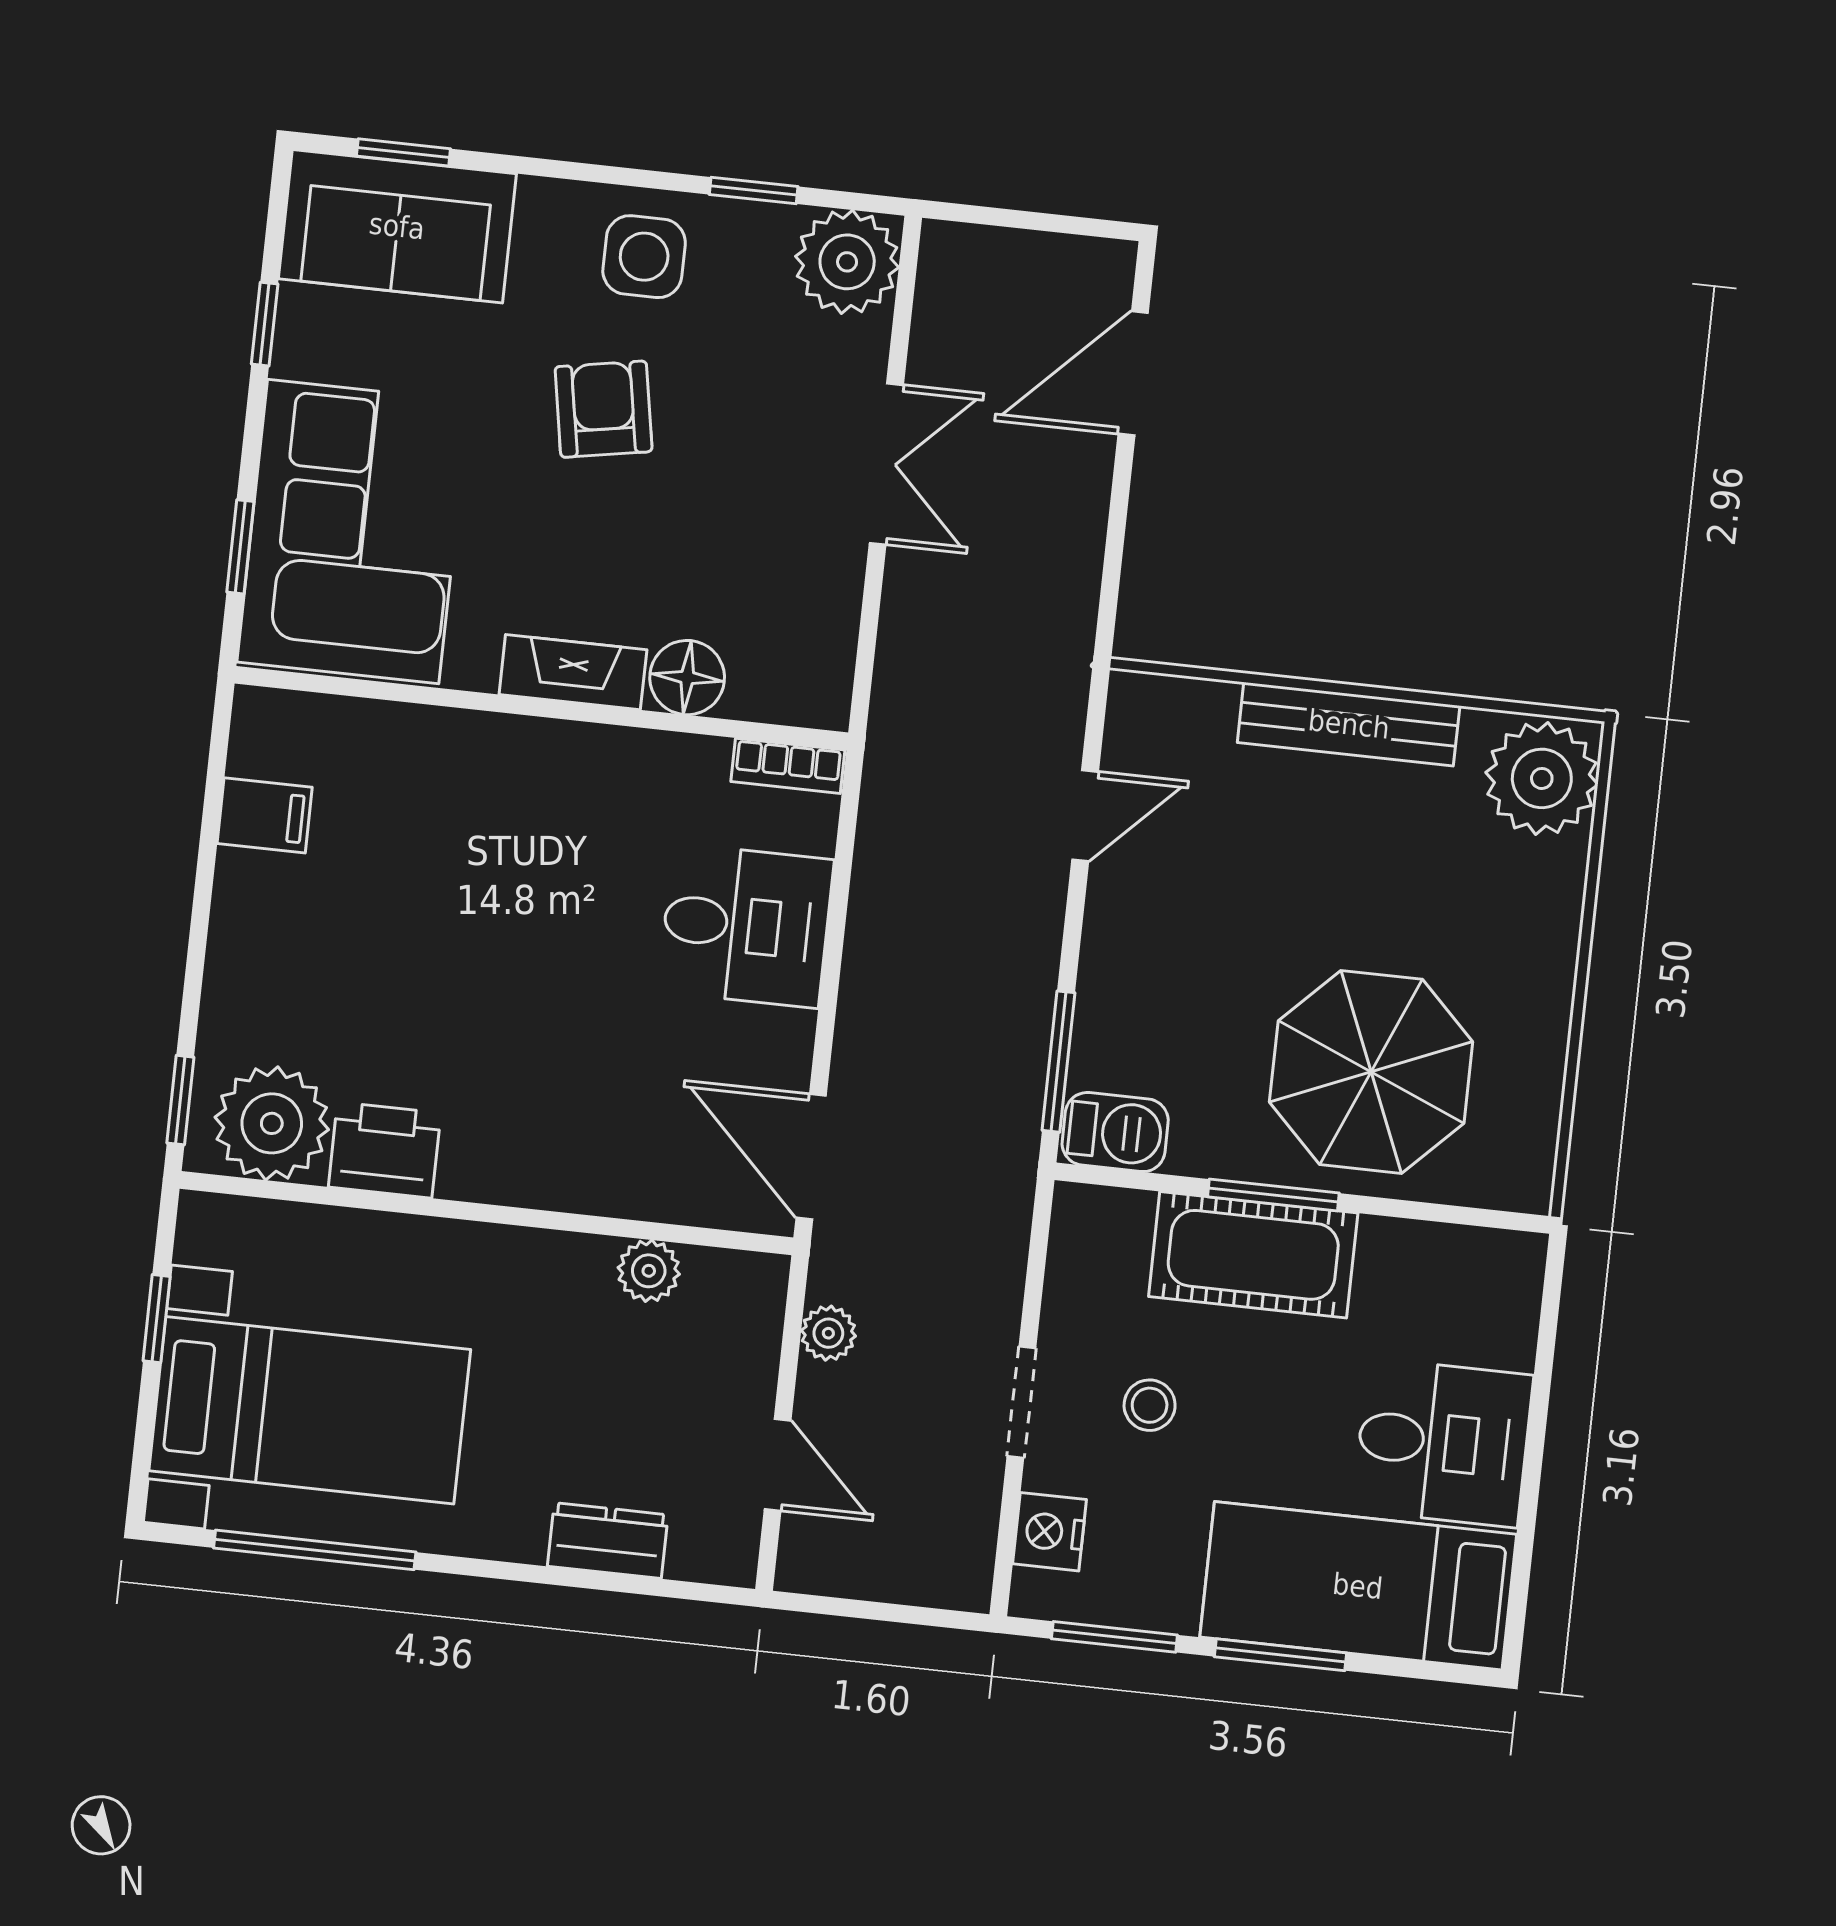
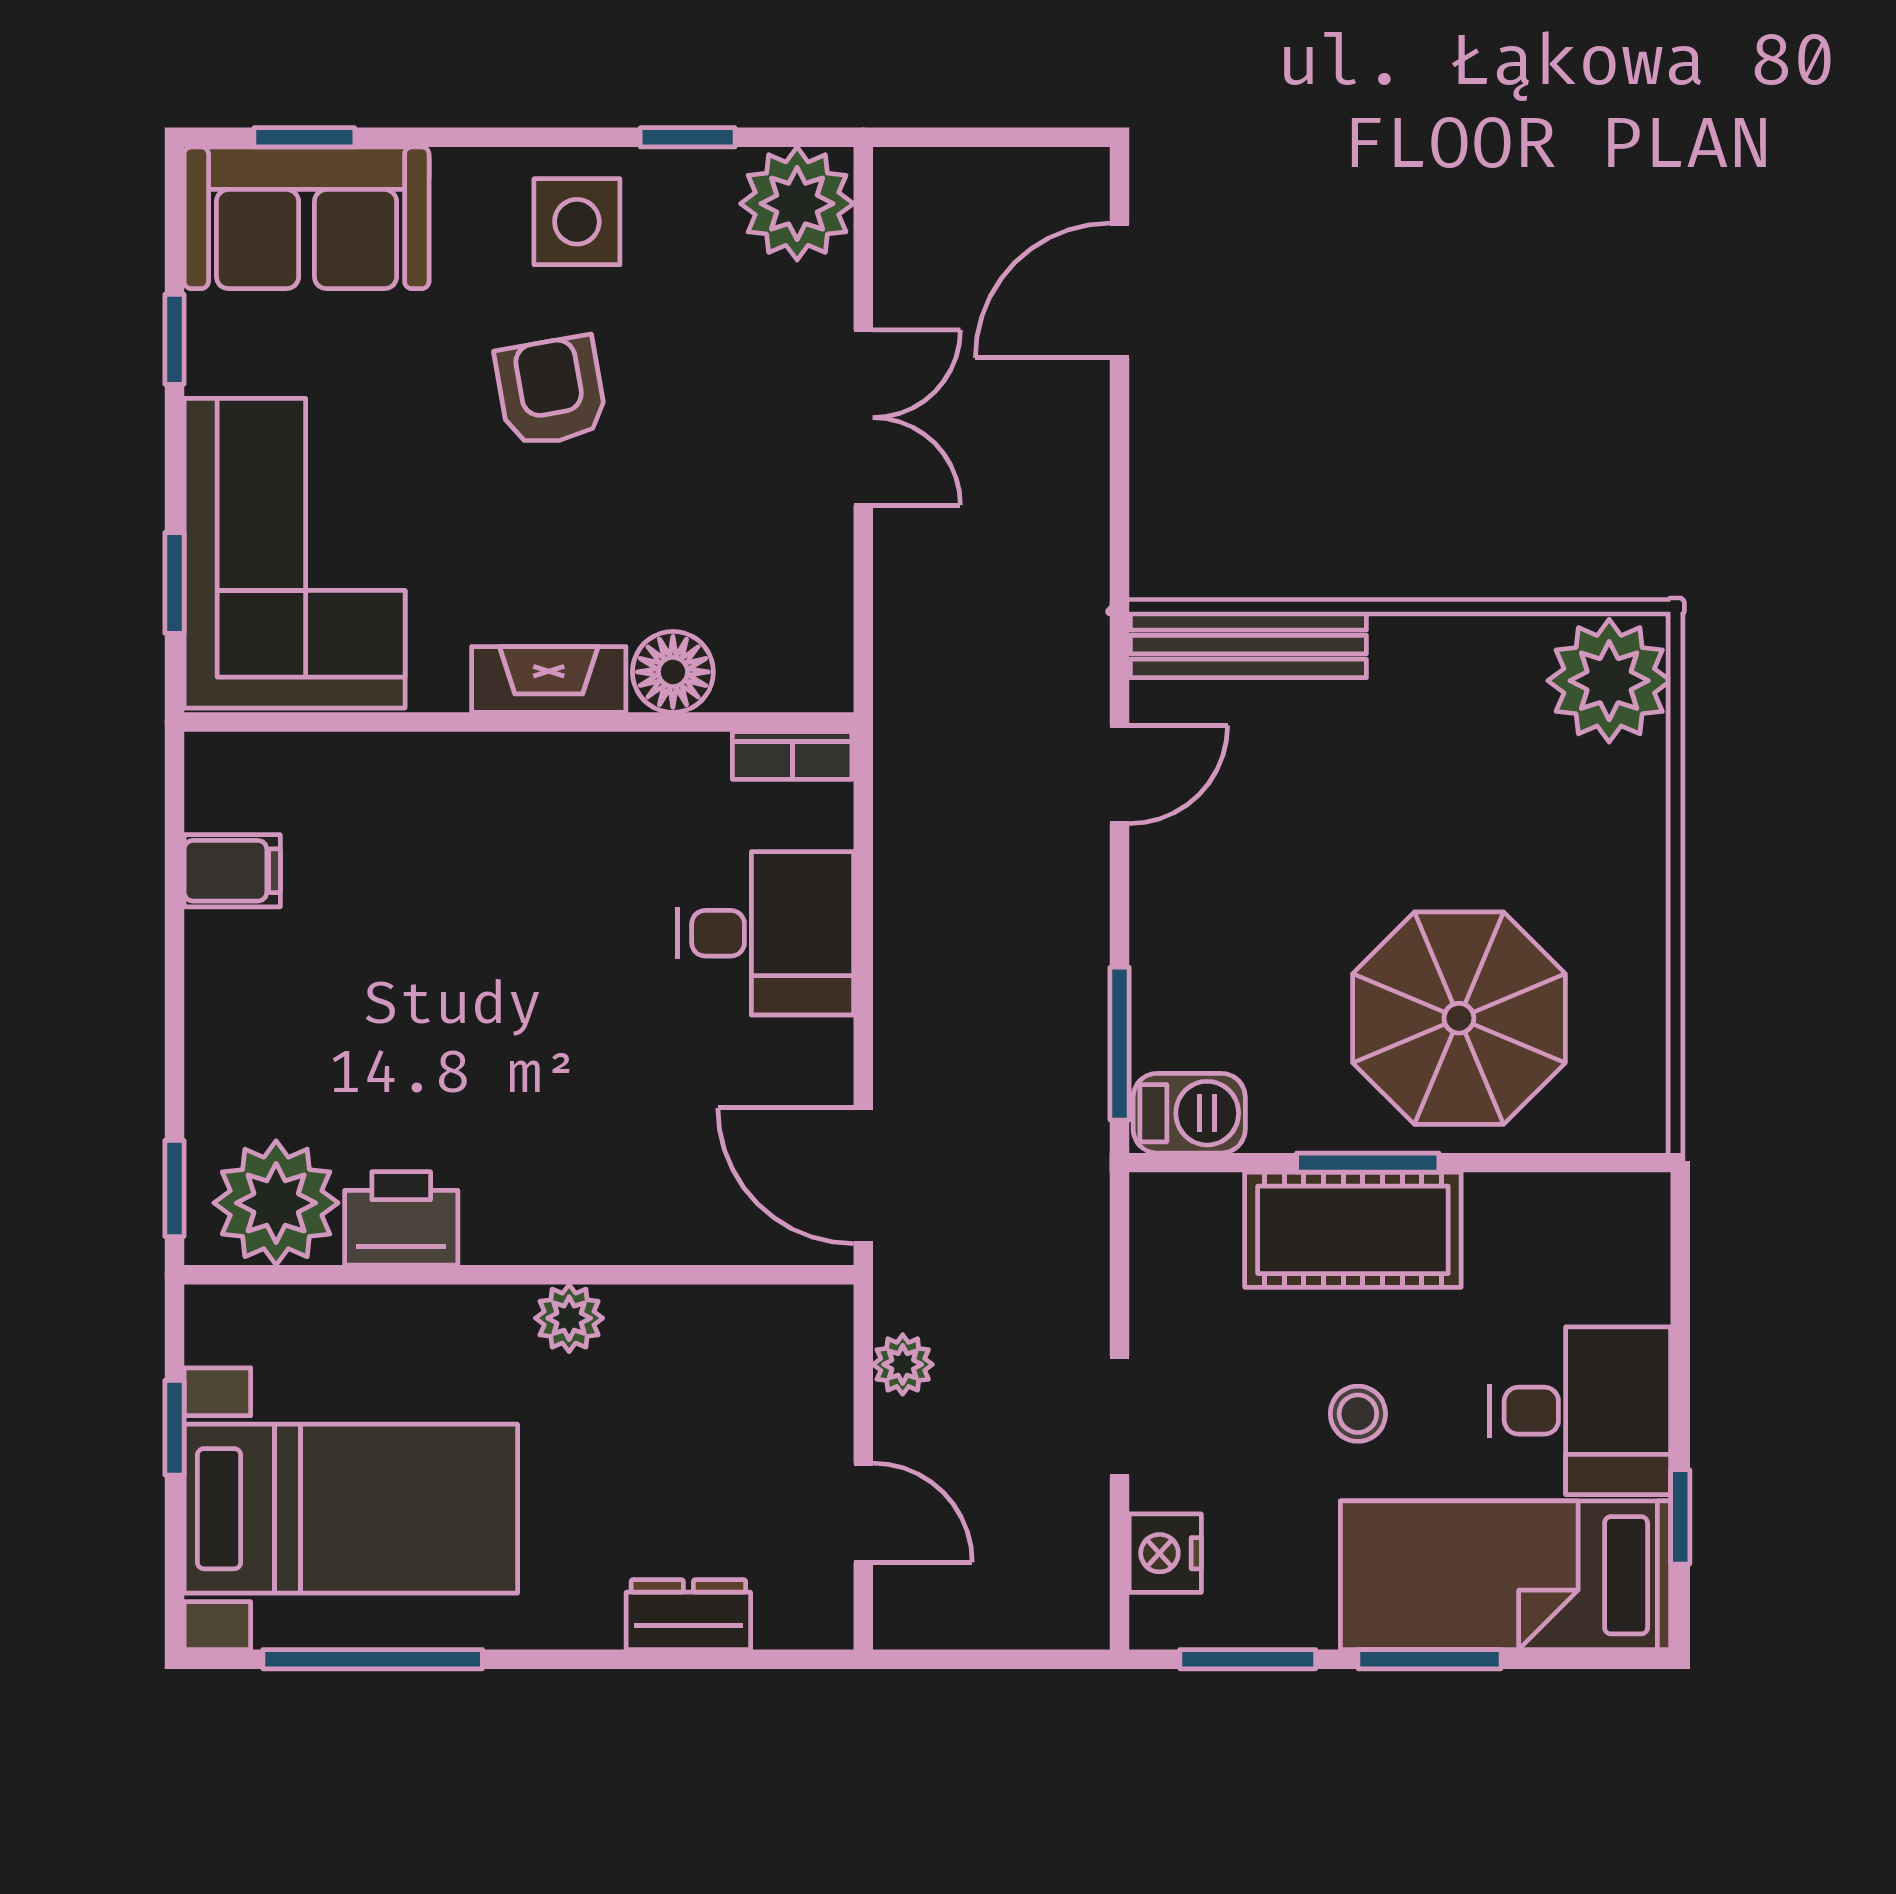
bench: (1349, 724) -> (1248, 645), moved
plant: (649, 1271) -> (569, 1318), moved
stool: (1150, 1405) -> (1358, 1414), moved
window: (1524, 1550) -> (1680, 1517), added

